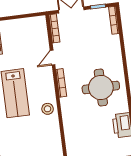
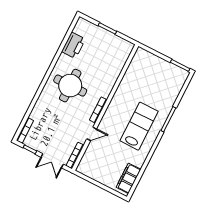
stool: (48, 109) -> (122, 97), removed

